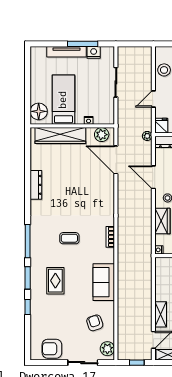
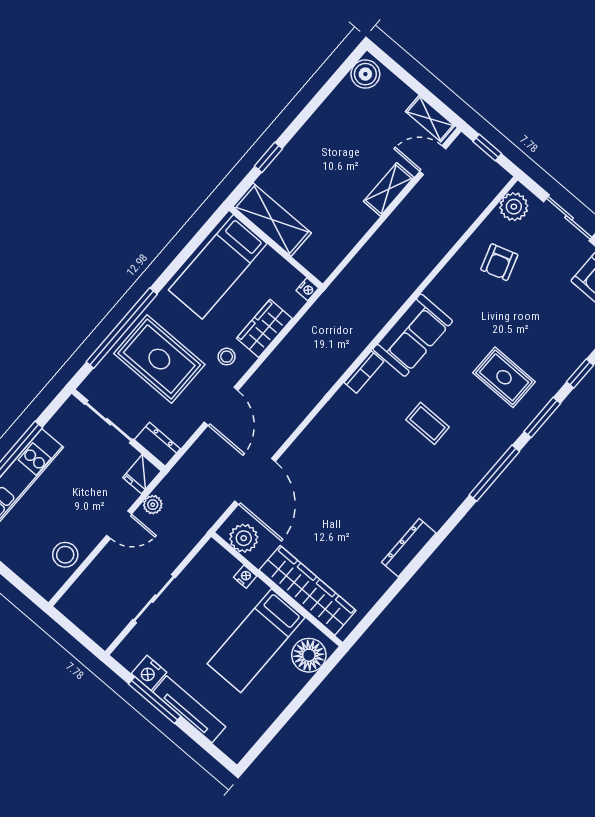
plant: (147, 136) -> (153, 505), moved
rug: (55, 281) -> (504, 377), turned 90
sofa: (104, 282) -> (413, 335), moved

